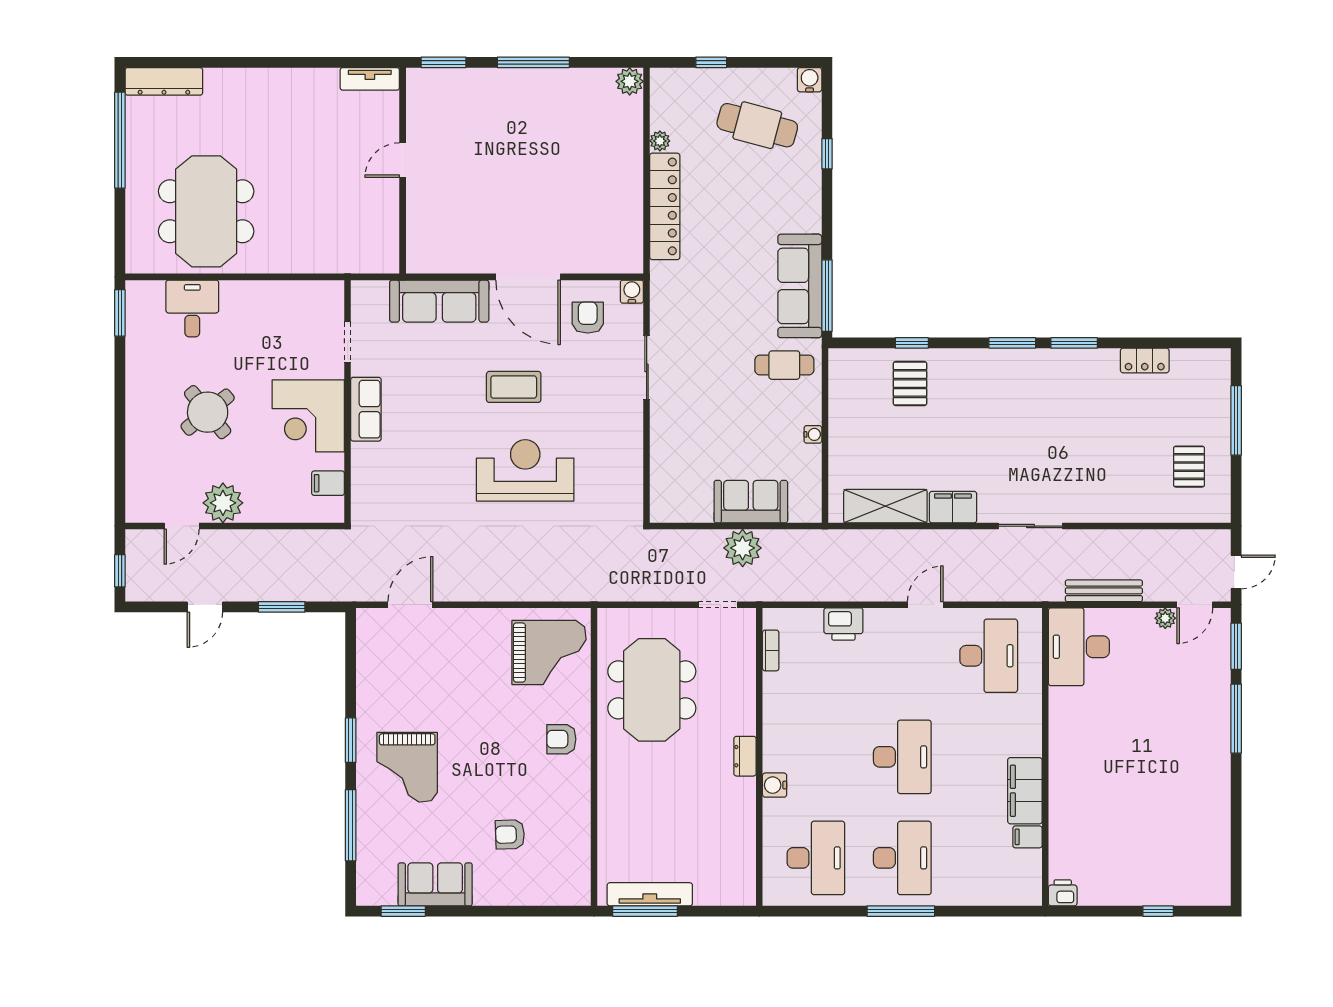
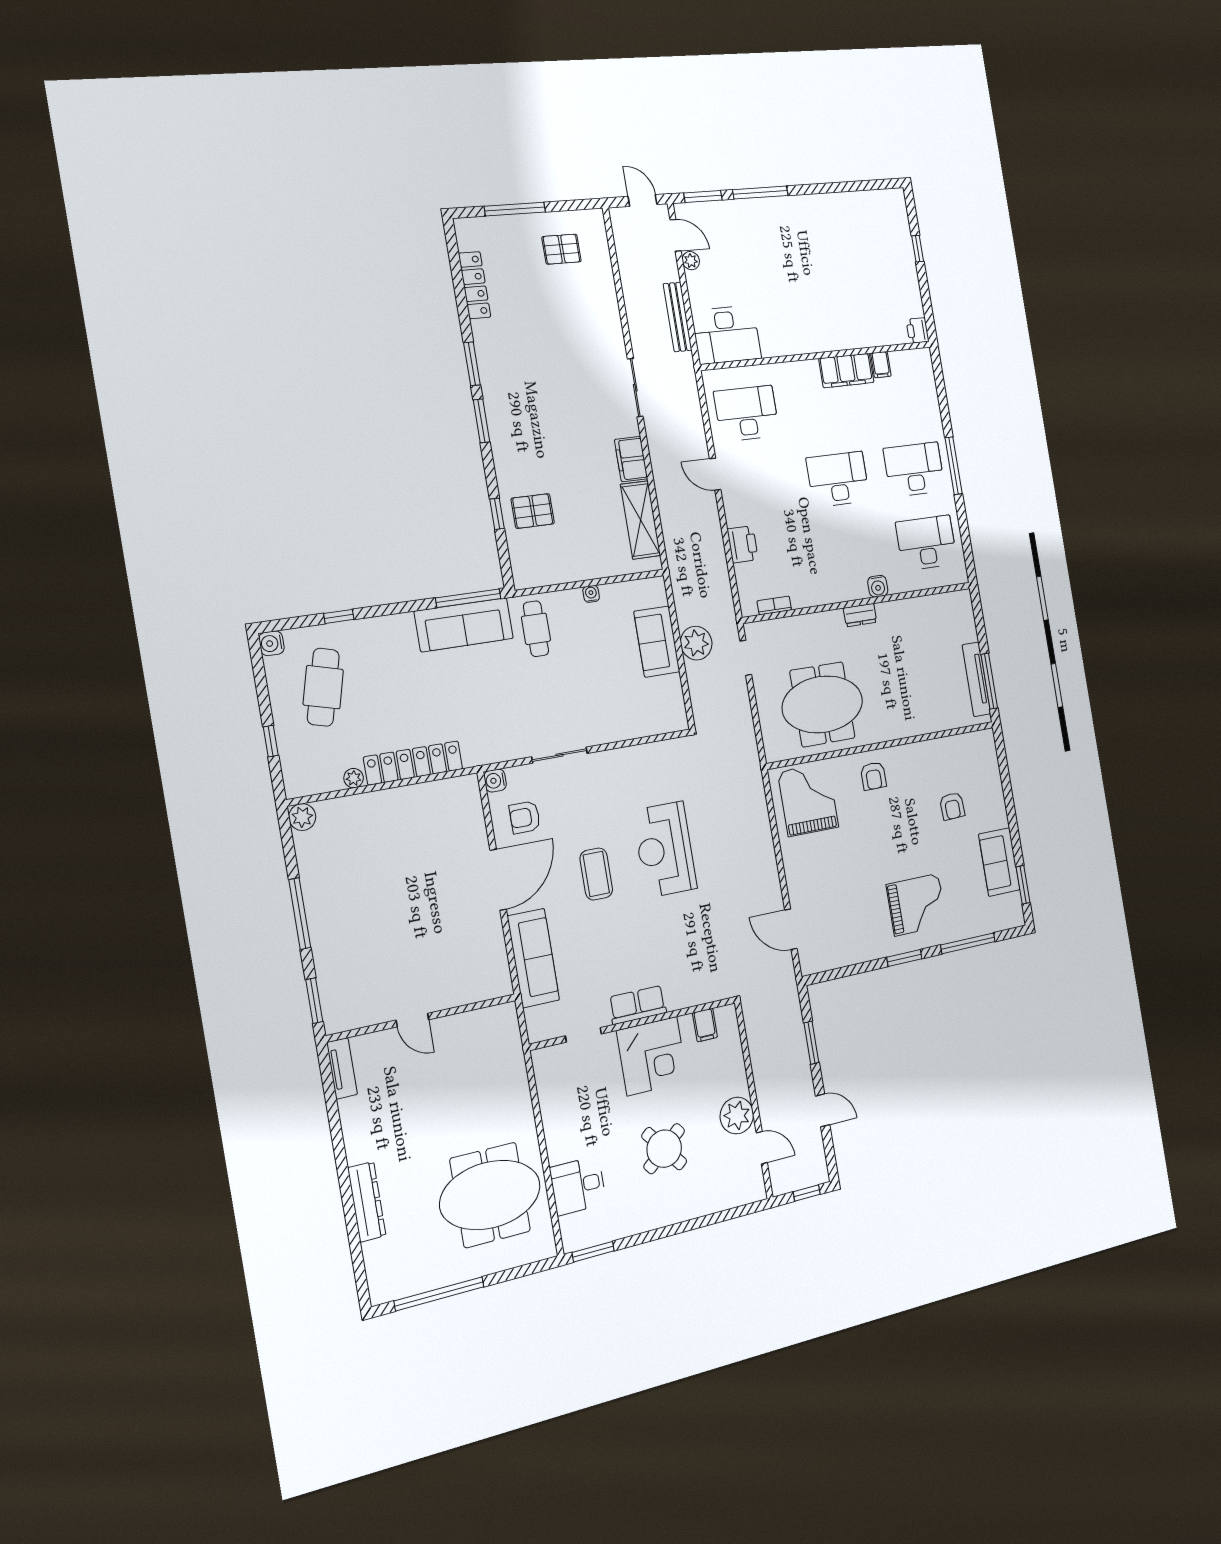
dresser: (164, 81) -> (367, 1202), moved
locker: (1145, 360) -> (475, 285), width x1.53

